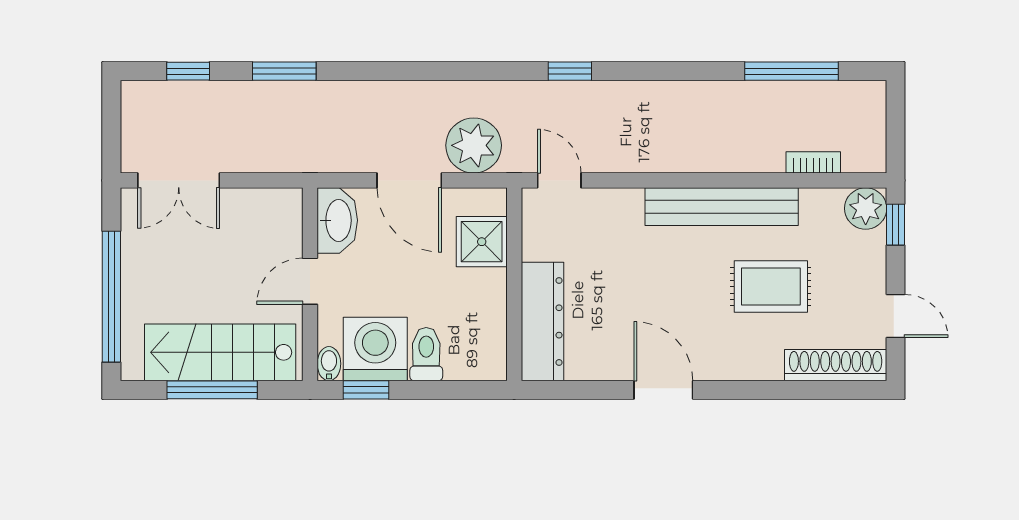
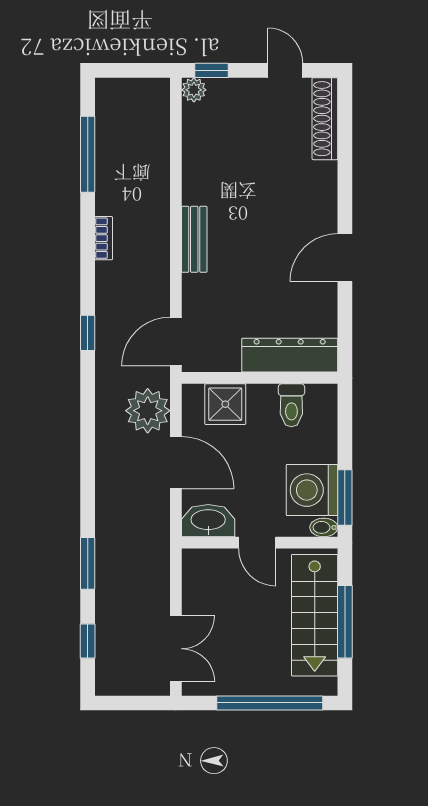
bookcase: (813, 162) -> (104, 238), moved, turned 180
door: (409, 180) -> (176, 463), hinge flipped
door: (559, 180) -> (176, 342), width x1.38
bench: (722, 207) -> (194, 239), width x0.54, depth x0.82
plant: (866, 208) -> (194, 90), width x0.73, depth x0.73
rug: (771, 287) -> (261, 171), removed
door: (896, 316) -> (285, 70), hinge flipped
toilet: (426, 354) -> (291, 405), moved, turned -90
window: (366, 390) -> (345, 498), width x1.50

